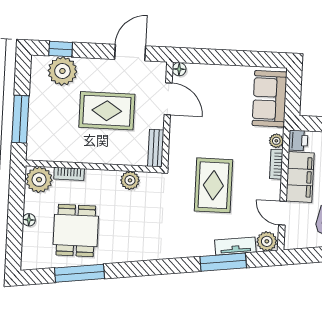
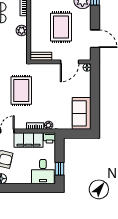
sofa: (270, 99) -> (82, 113), moved, turned -90
plant: (130, 180) -> (22, 31), moved
rug: (213, 185) -> (21, 90), turned 90

